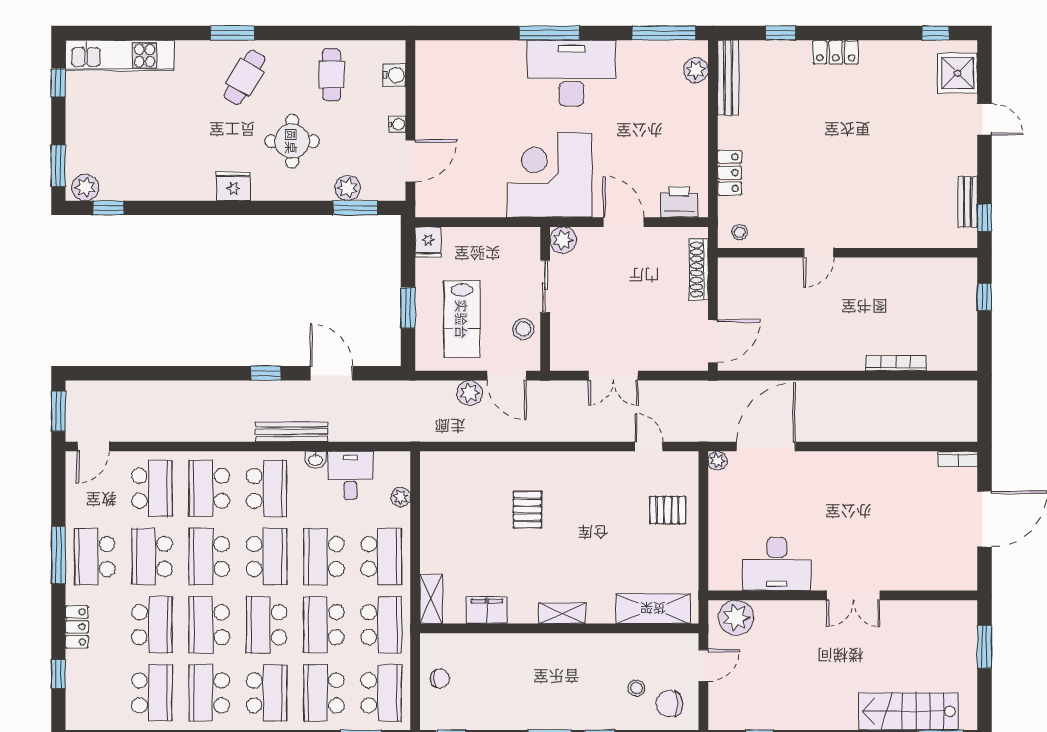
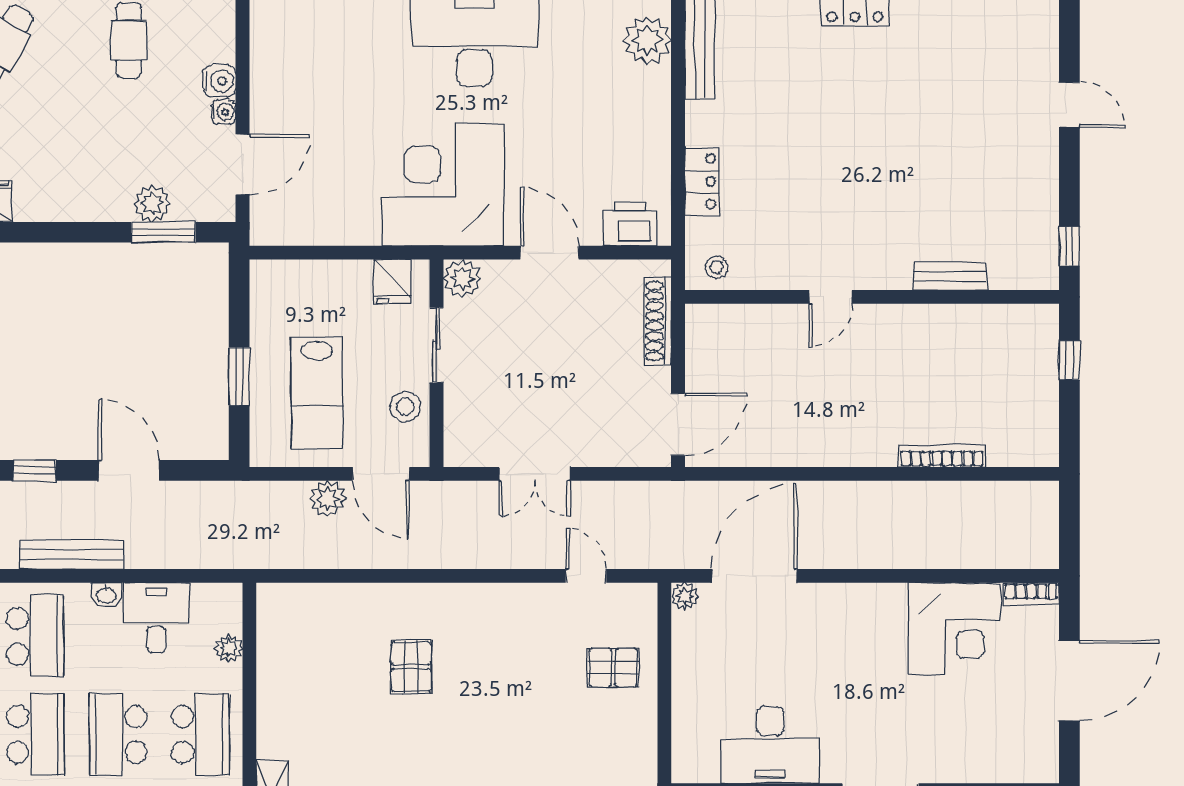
plant: (696, 70) -> (647, 40), width x1.36, depth x1.36
shower: (957, 73) -> (1030, 38), removed
water cooler: (394, 75) -> (219, 81), moved
round table: (292, 141) -> (72, 136), removed
bench: (968, 202) -> (950, 276), moved, turned 90
fridge: (428, 242) -> (392, 282), moved
corner desk: (905, 483) -> (955, 629), added

